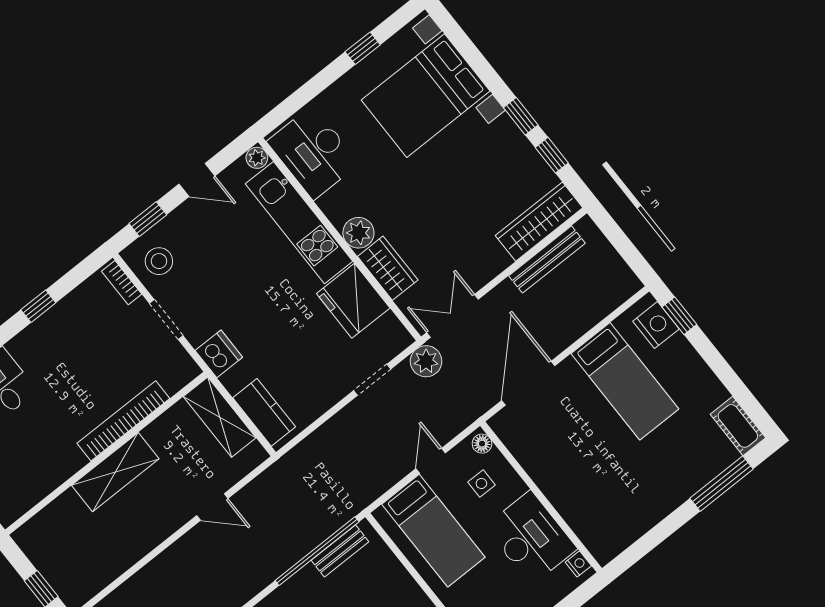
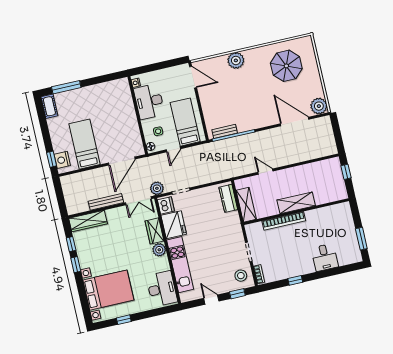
plant: (257, 158) -> (184, 297), removed
bench: (547, 259) -> (106, 202), moved
dishwasher: (219, 354) -> (166, 205), moved, turned 180

